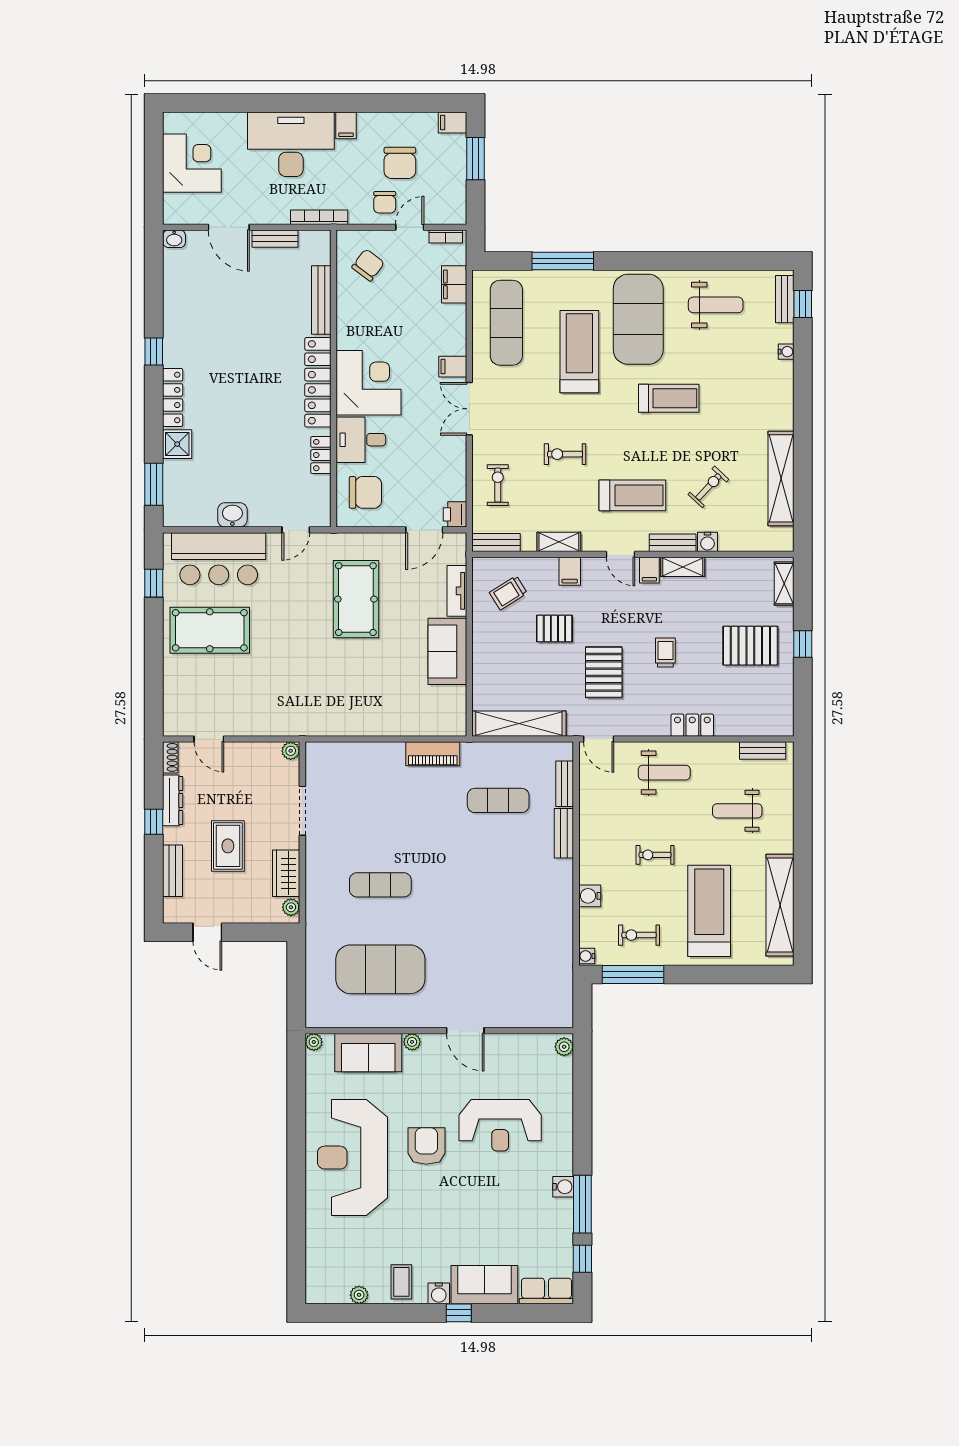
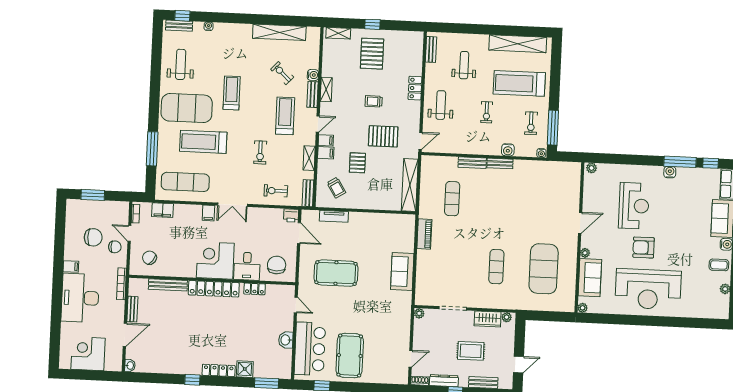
filing cabinet: (453, 122) -> (72, 207), removed
filing cabinet: (649, 570) -> (326, 140), moved
sofa: (447, 651) -> (402, 272), moved, turned 90
bench: (565, 784) -> (500, 163), moved
weight bench: (737, 811) -> (464, 65), turned 180

